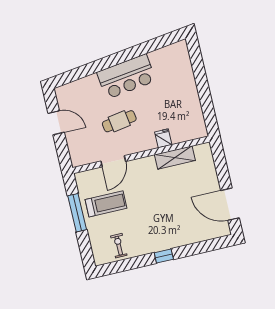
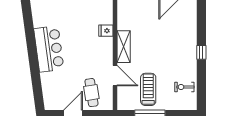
cafe table: (119, 121) -> (91, 93), moved
shelving: (175, 158) -> (124, 47), moved

